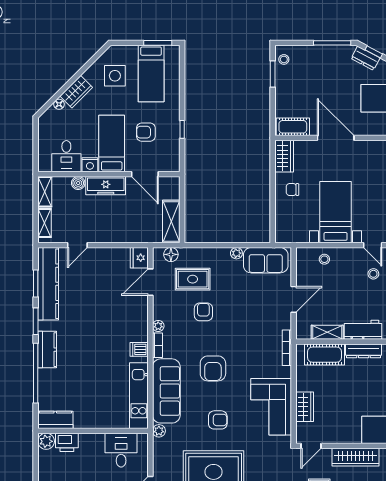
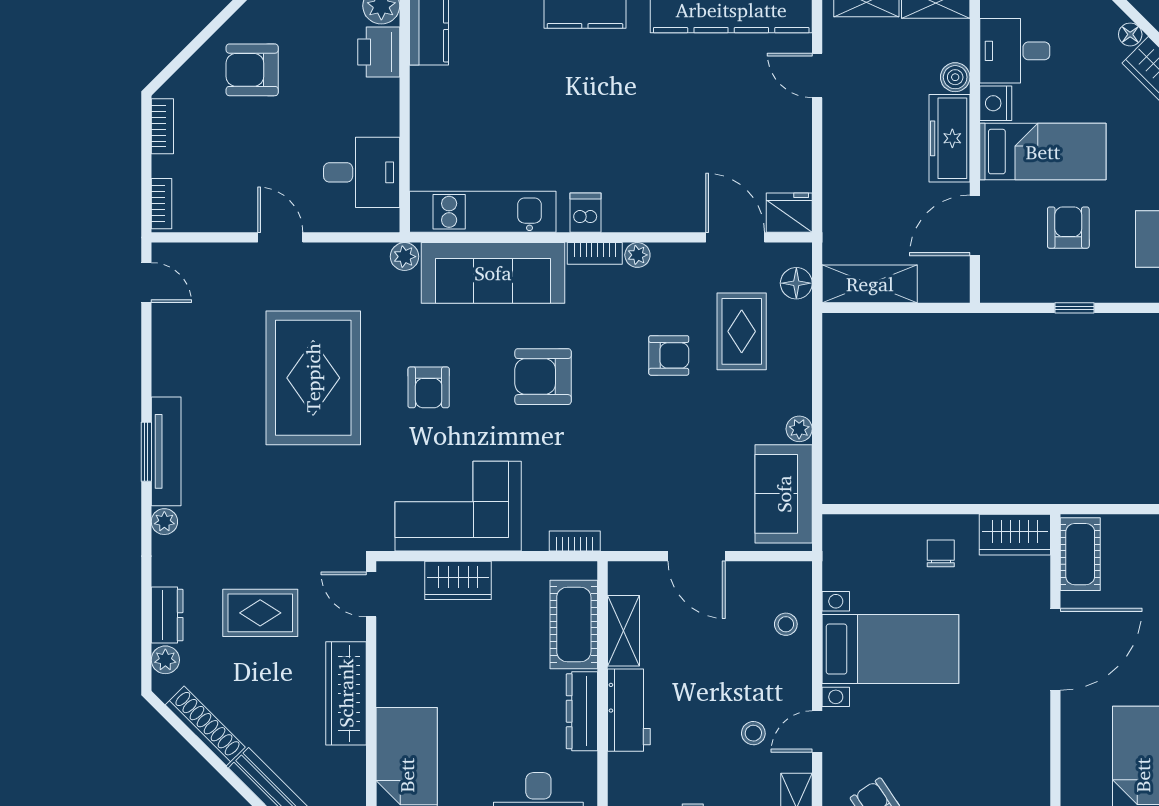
bookcase: (287, 348) -> (575, 541), width x0.64

